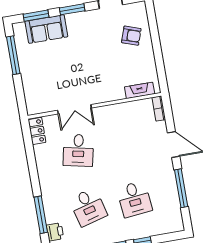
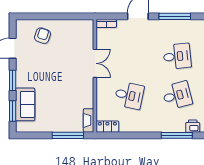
window: (13, 55) -> (68, 135), moved
fireplace: (140, 90) -> (89, 120), moved
double door: (75, 109) -> (95, 63), moved

